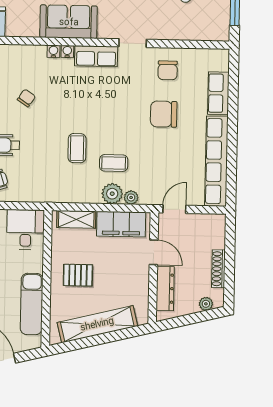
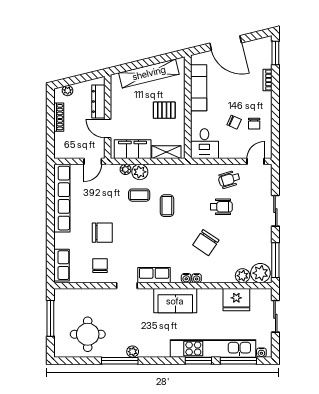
water cooler: (67, 51) -> (197, 278), moved
row of seats: (218, 93) -> (62, 265), moved
chair: (26, 98) -> (206, 243), width x1.87, depth x1.87

